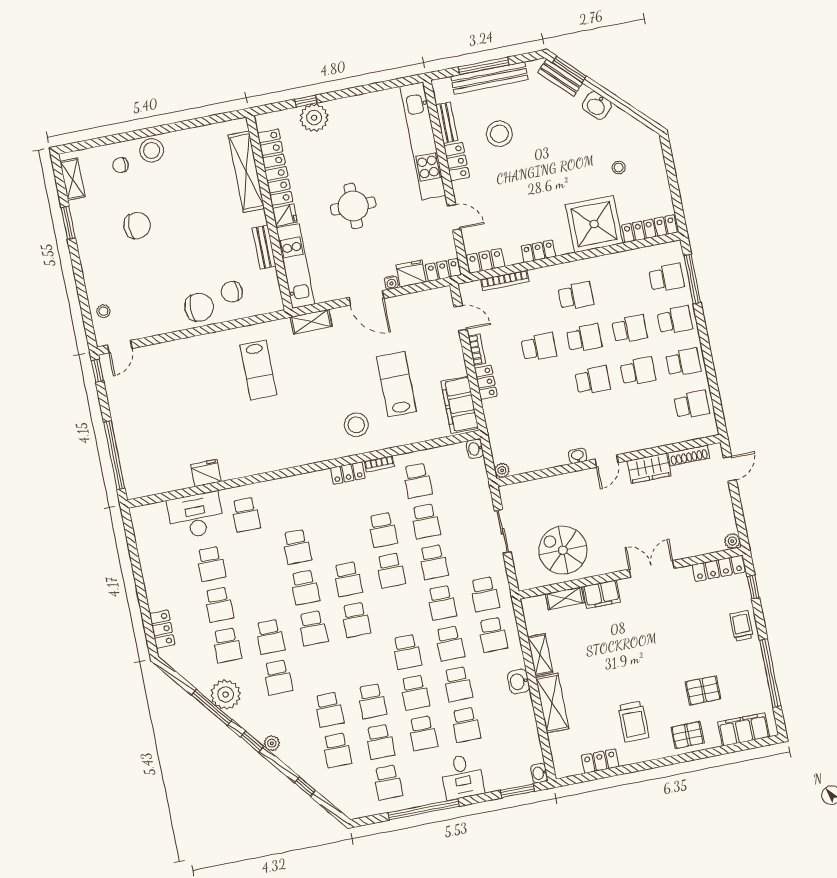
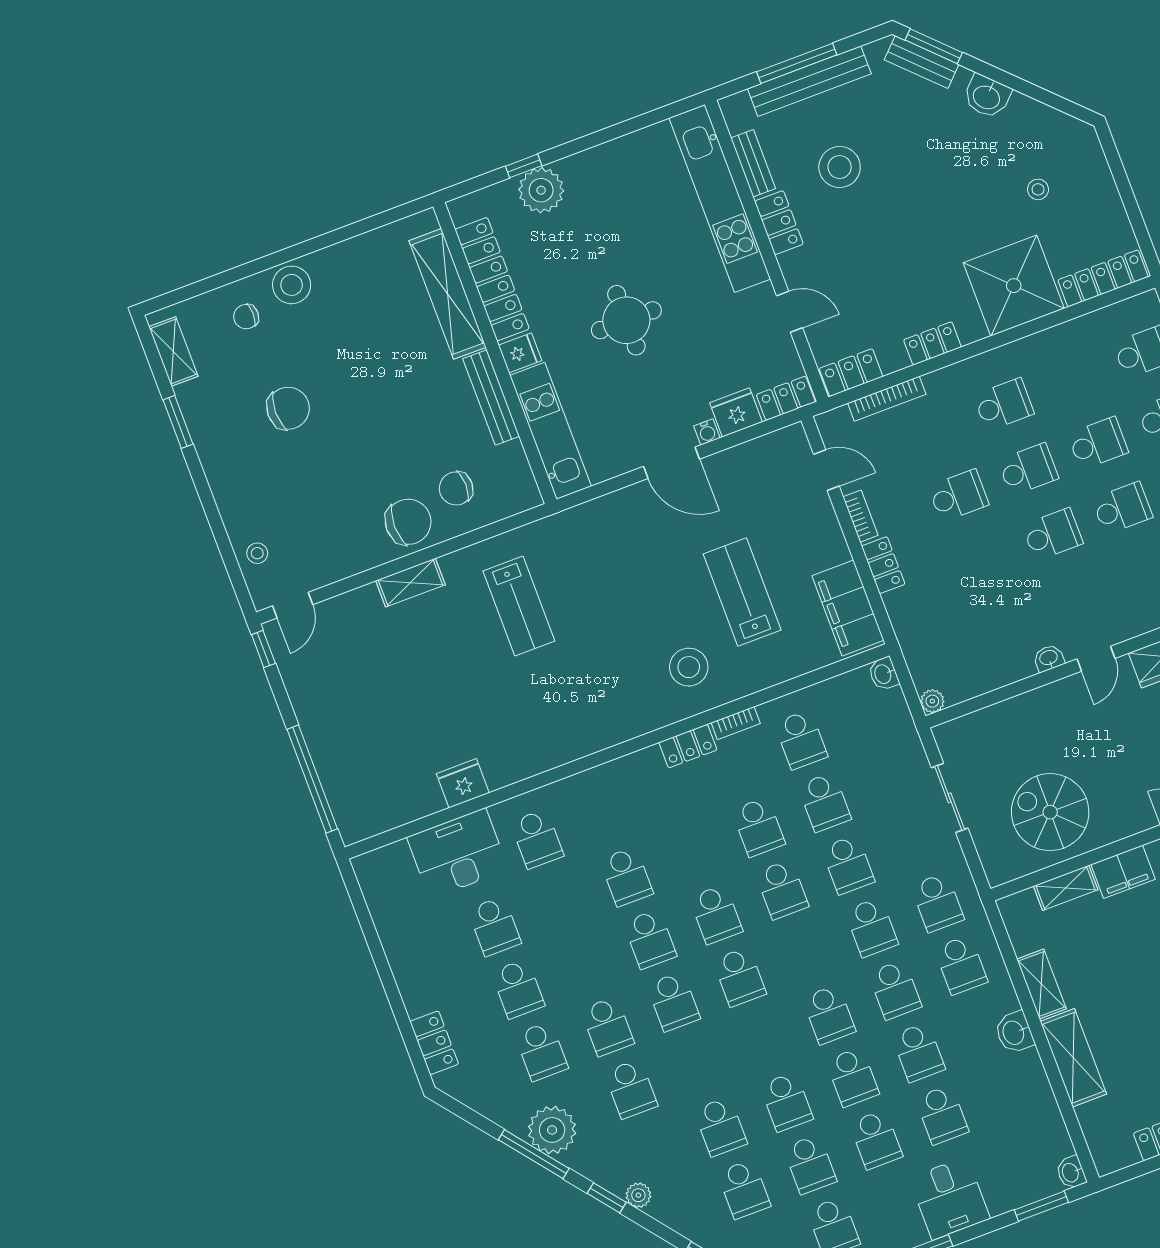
bench: (264, 247) -> (491, 397), width x1.36
shelving: (311, 322) -> (410, 583), moved

